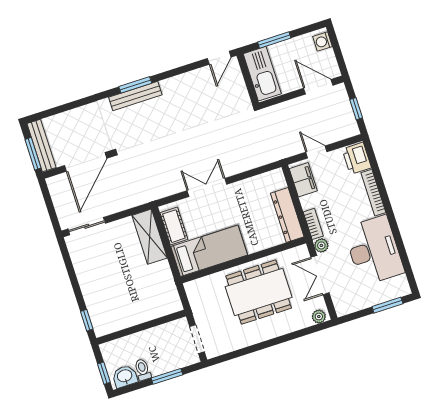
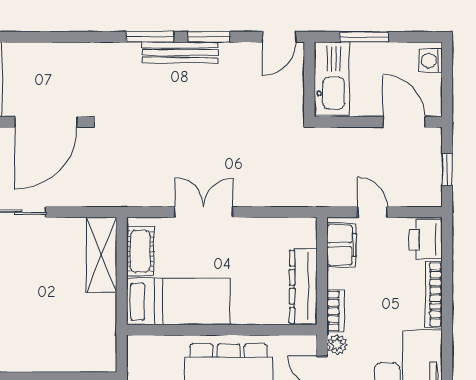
window: (174, 72) -> (209, 37), added
bench: (135, 96) -> (180, 52), moved

